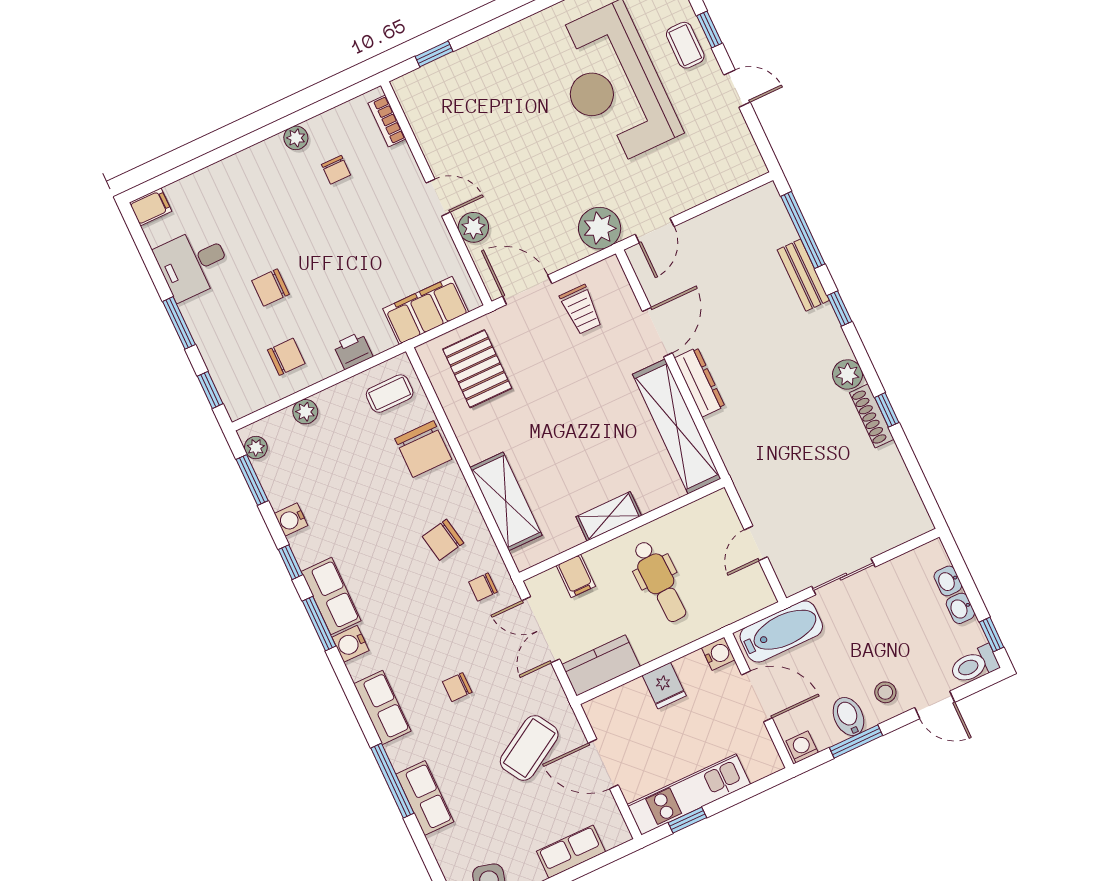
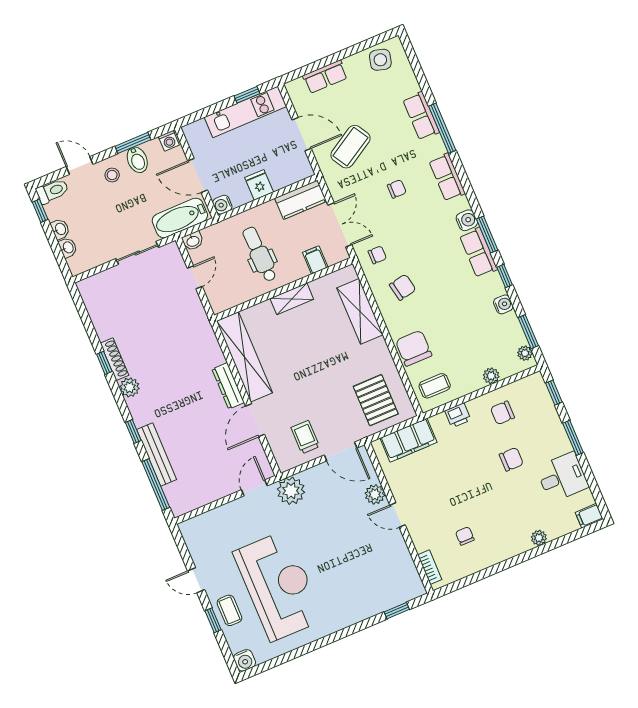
plant: (296, 138) -> (539, 538), moved
bench: (803, 275) -> (157, 454), width x1.36
washbasin: (761, 598) -> (193, 241), added

